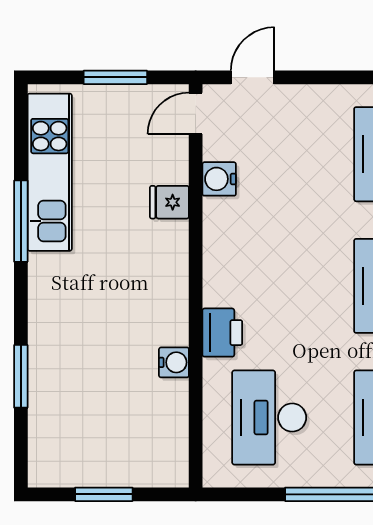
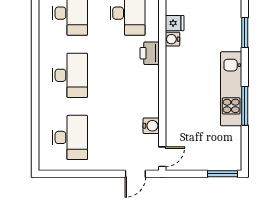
window: (115, 77) -> (222, 174), moved
kitchen unit: (50, 172) -> (231, 89), moved
fridge: (169, 202) -> (175, 23), moved

